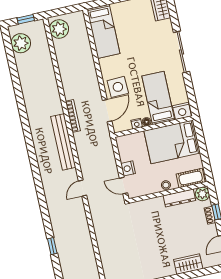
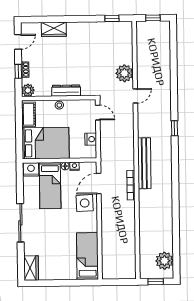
plant: (59, 29) -> (124, 73), moved
nightstand: (128, 168) -> (91, 139), moved
cot: (191, 178) -> (29, 114), moved, turned 90
door: (82, 188) -> (135, 96), moved
dresser: (179, 198) -> (66, 91), moved
window: (52, 246) -> (175, 128), moved

